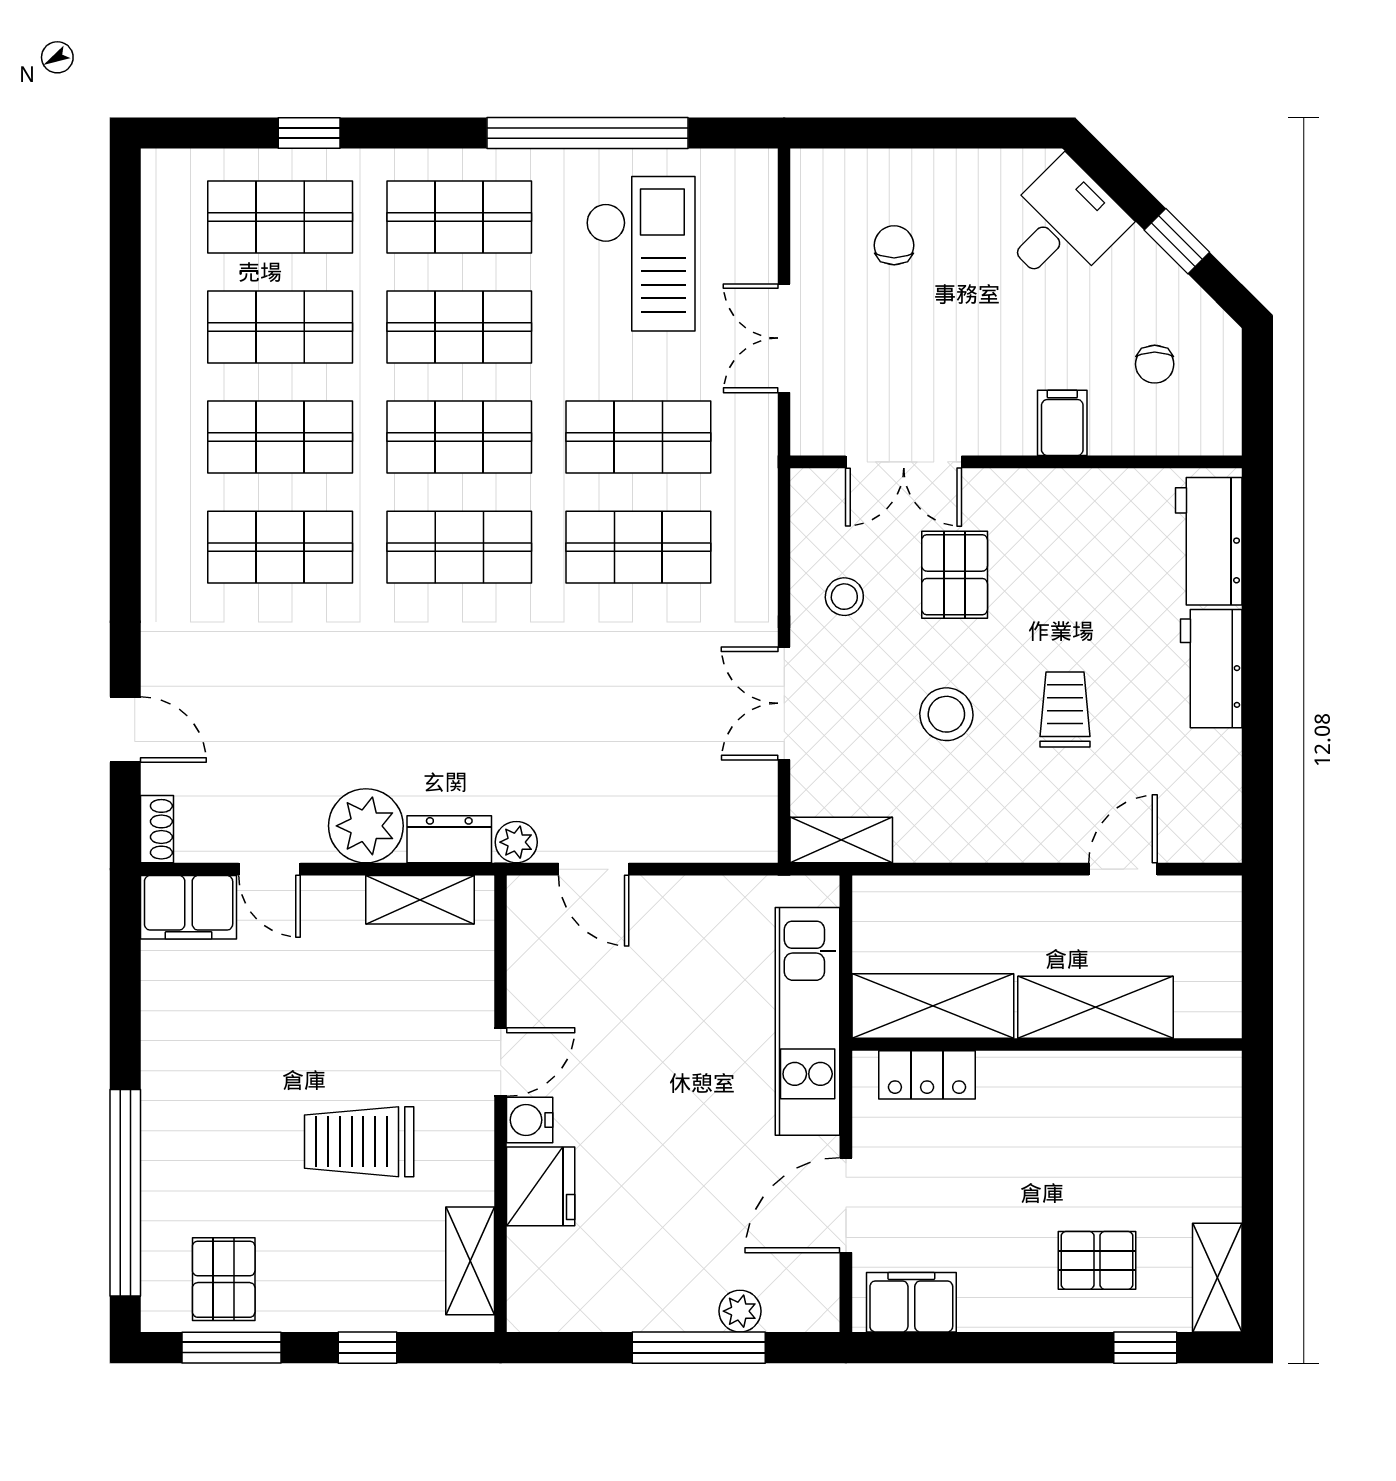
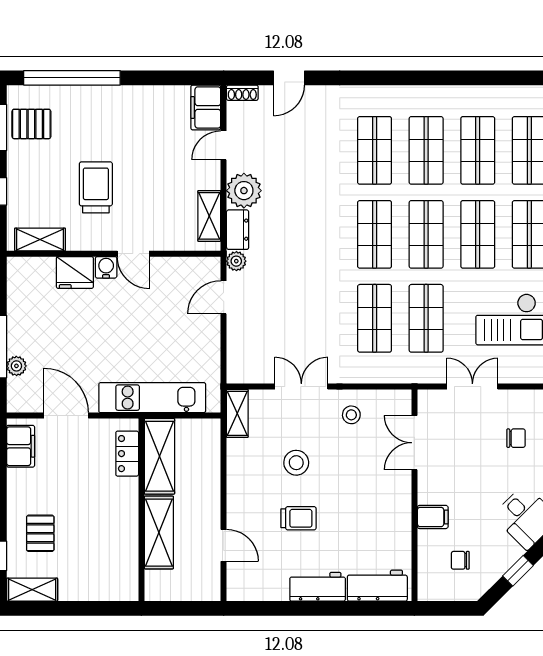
pallet: (955, 575) -> (362, 466), removed

